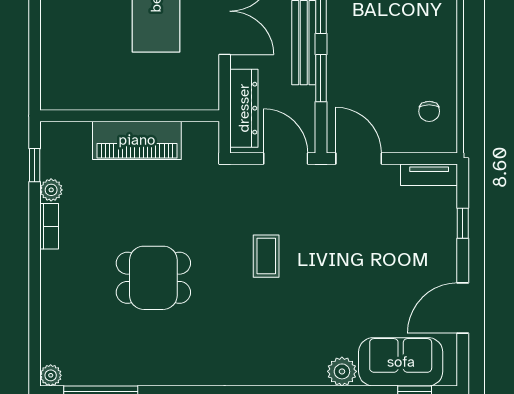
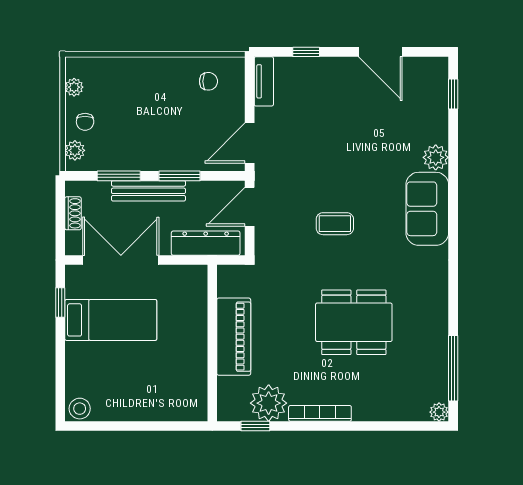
plant: (51, 190) -> (269, 403), width x1.87, depth x1.87
bookcase: (49, 226) -> (320, 413), width x1.56
dining table: (153, 278) -> (354, 322), width x1.38
sofa: (401, 362) -> (427, 209), moved

